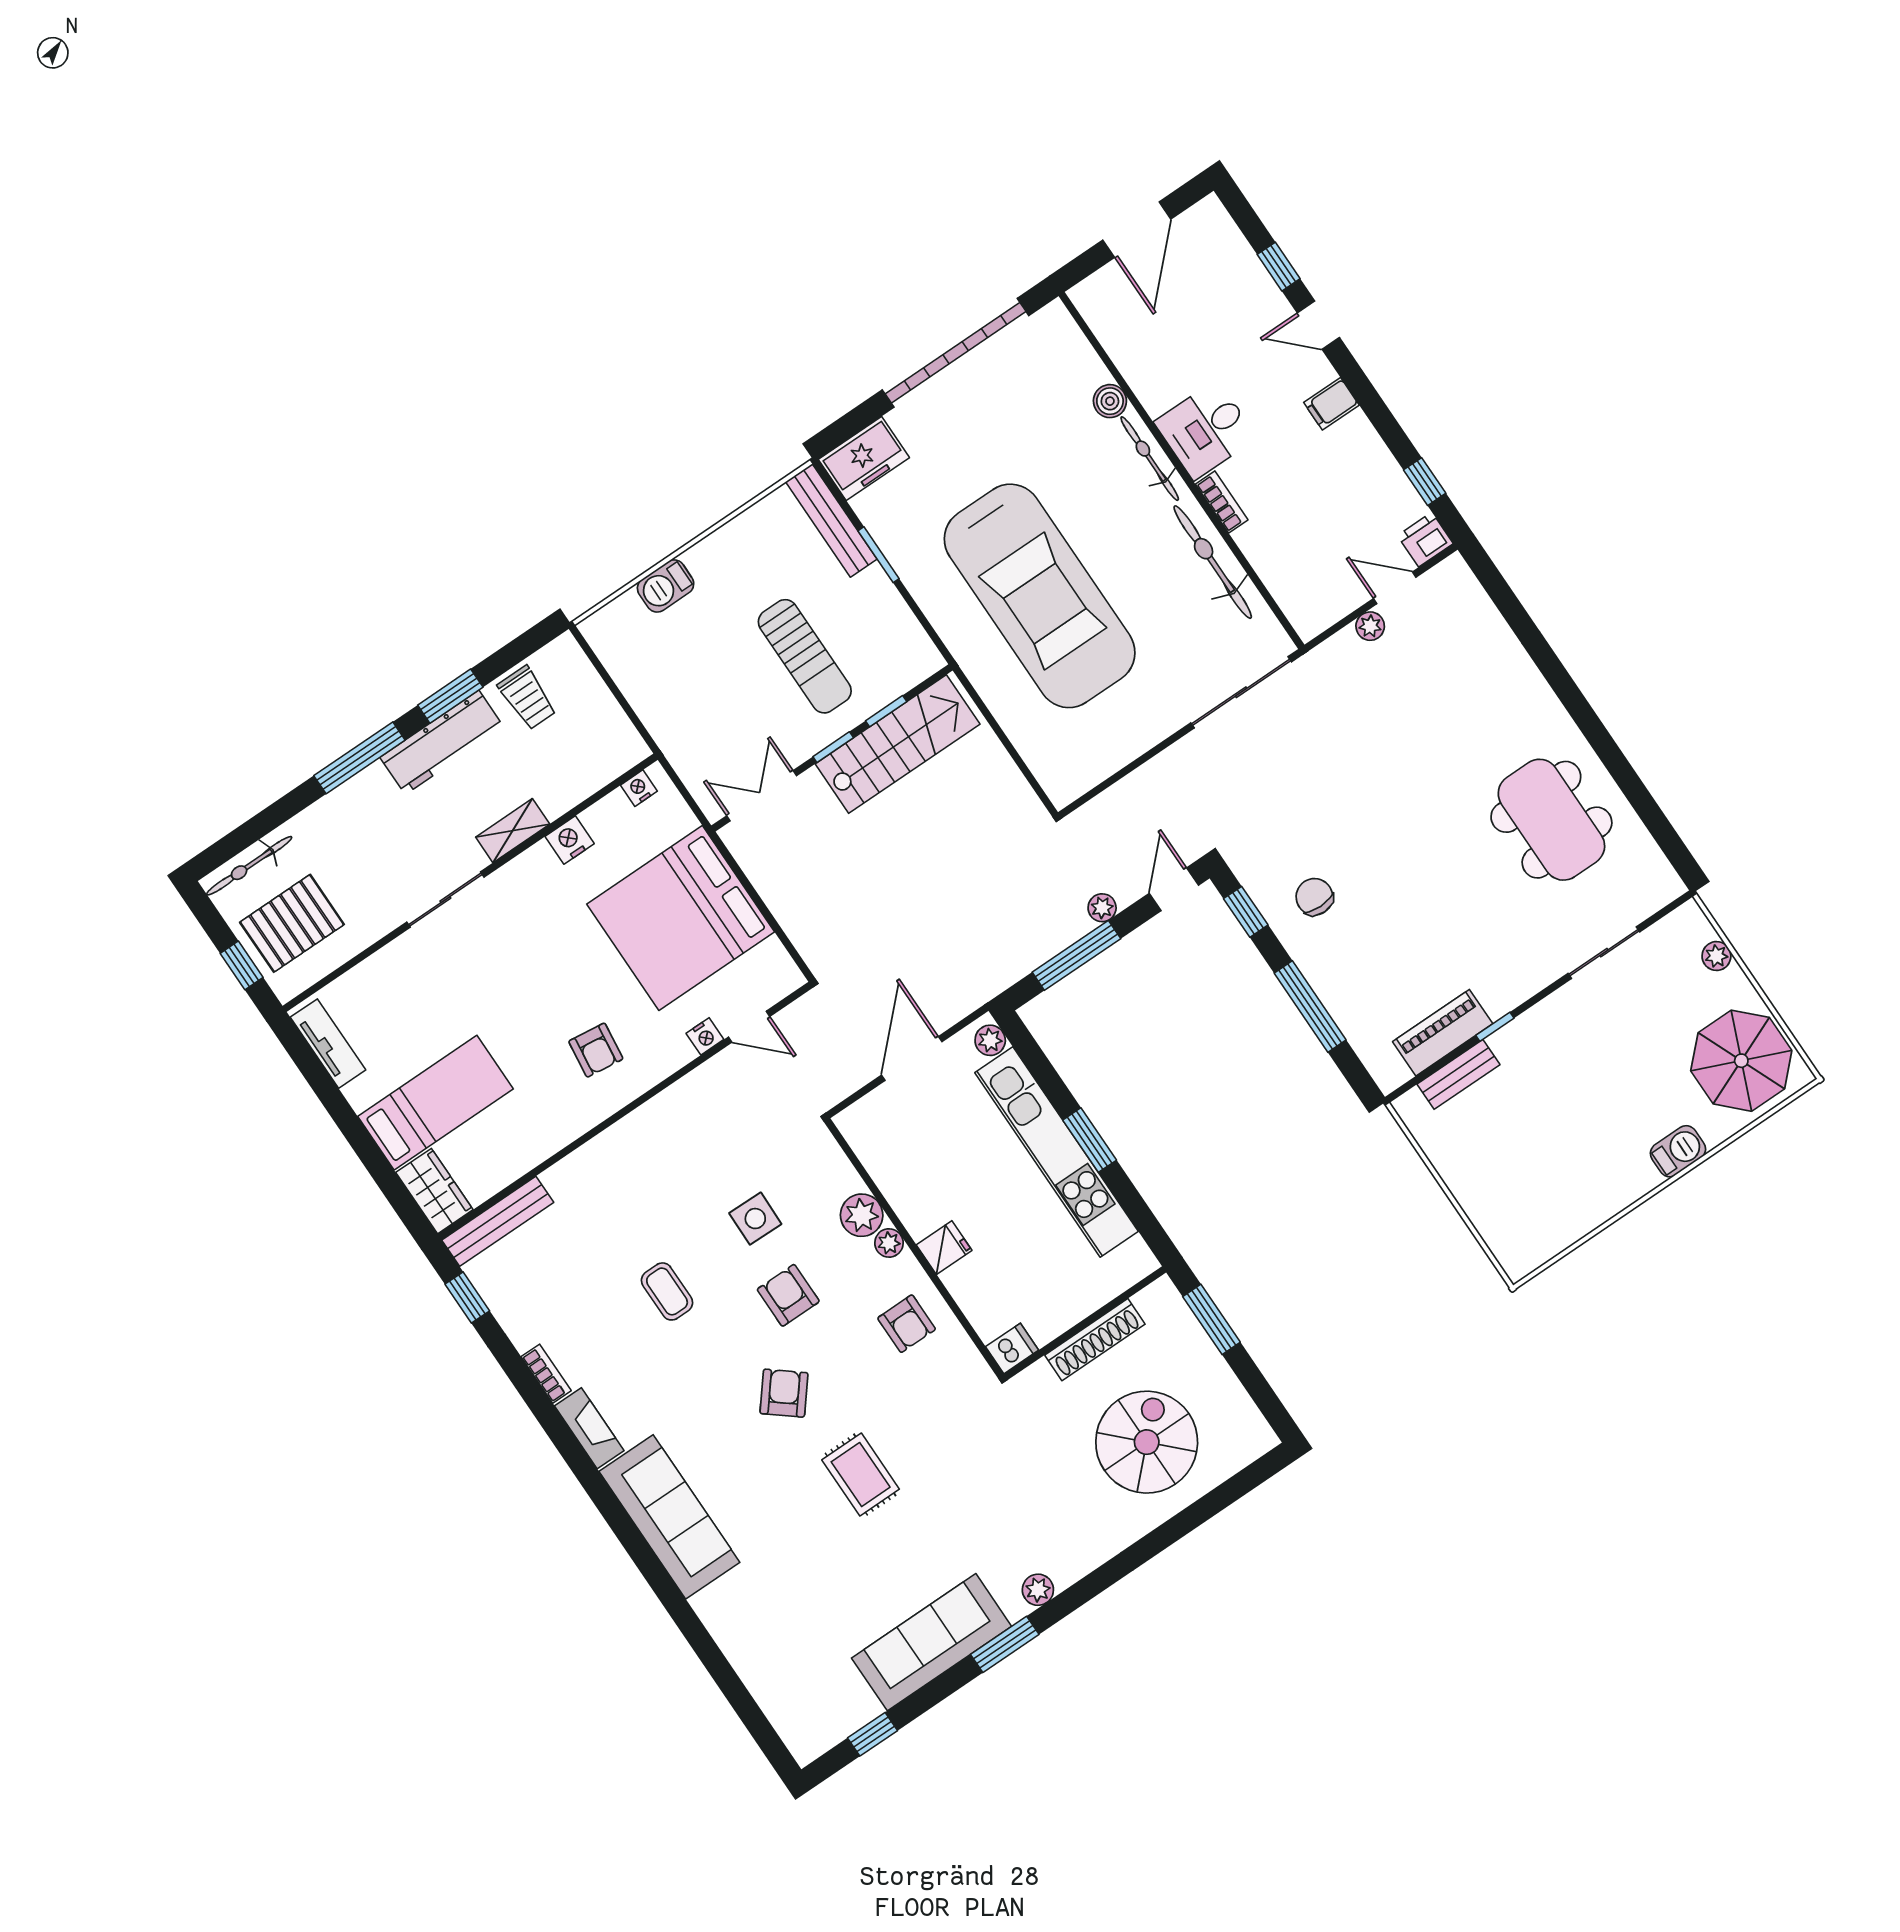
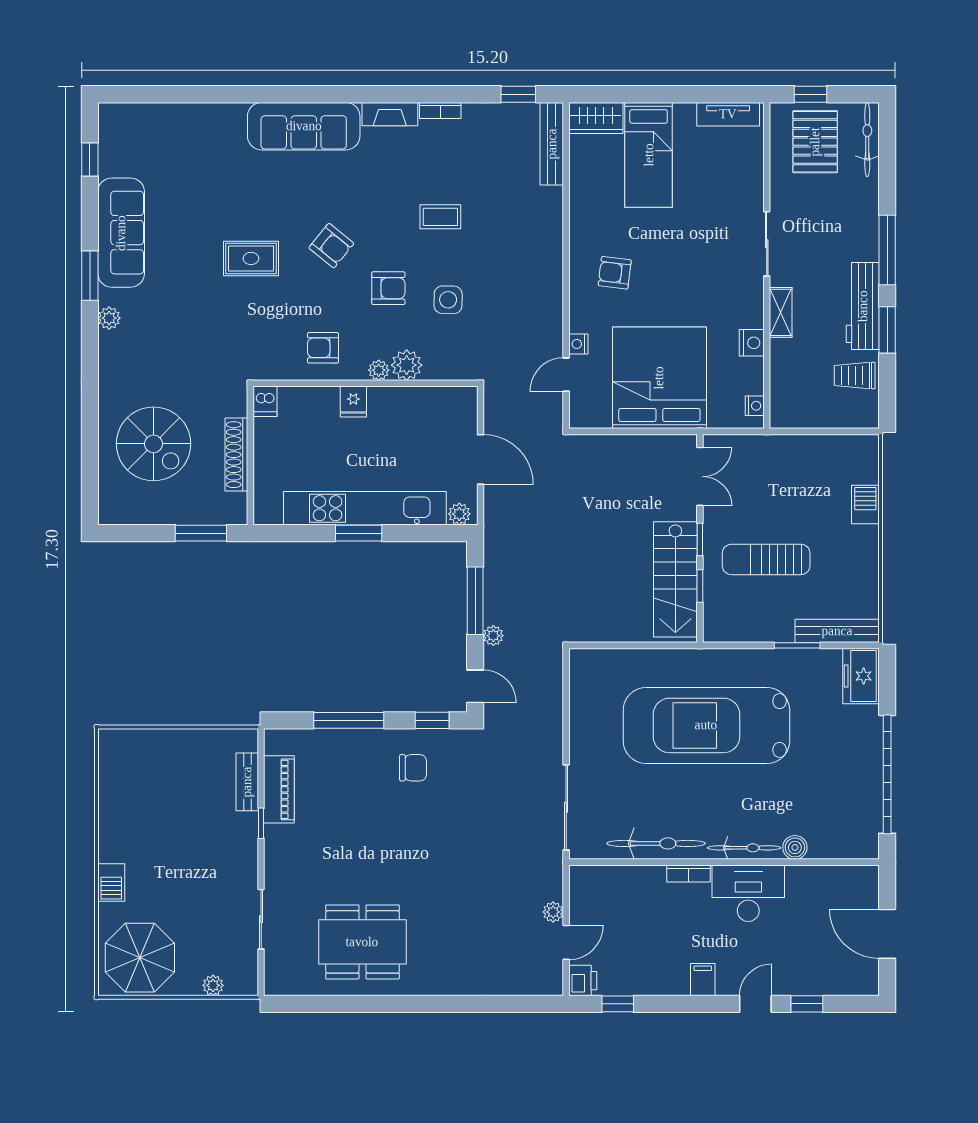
desk: (1206, 430) -> (748, 893), width x1.37

